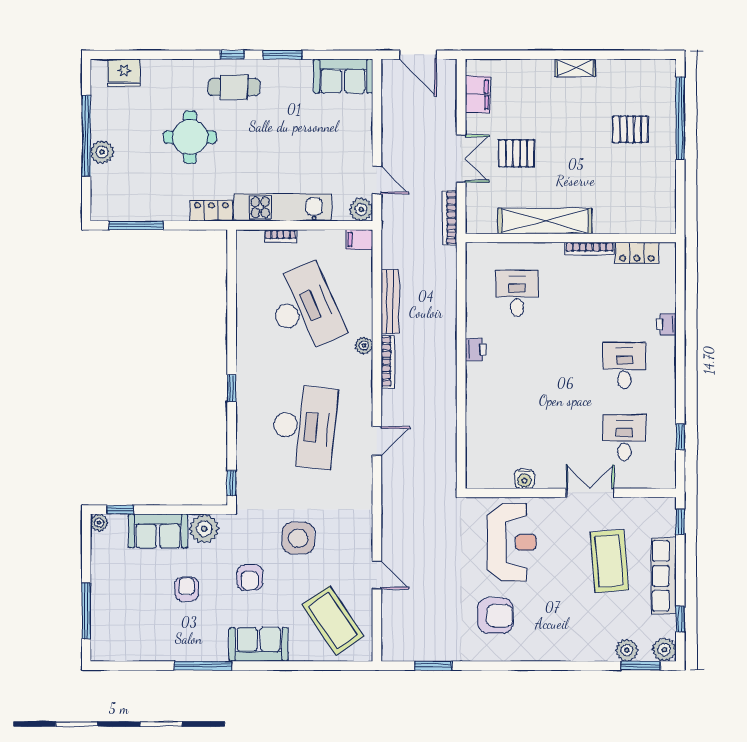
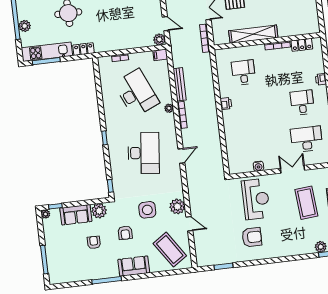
kitchen unit: (283, 207) -> (47, 52), moved
desk: (624, 438) -> (307, 139), width x1.37
plant: (357, 538) -> (177, 206), added

